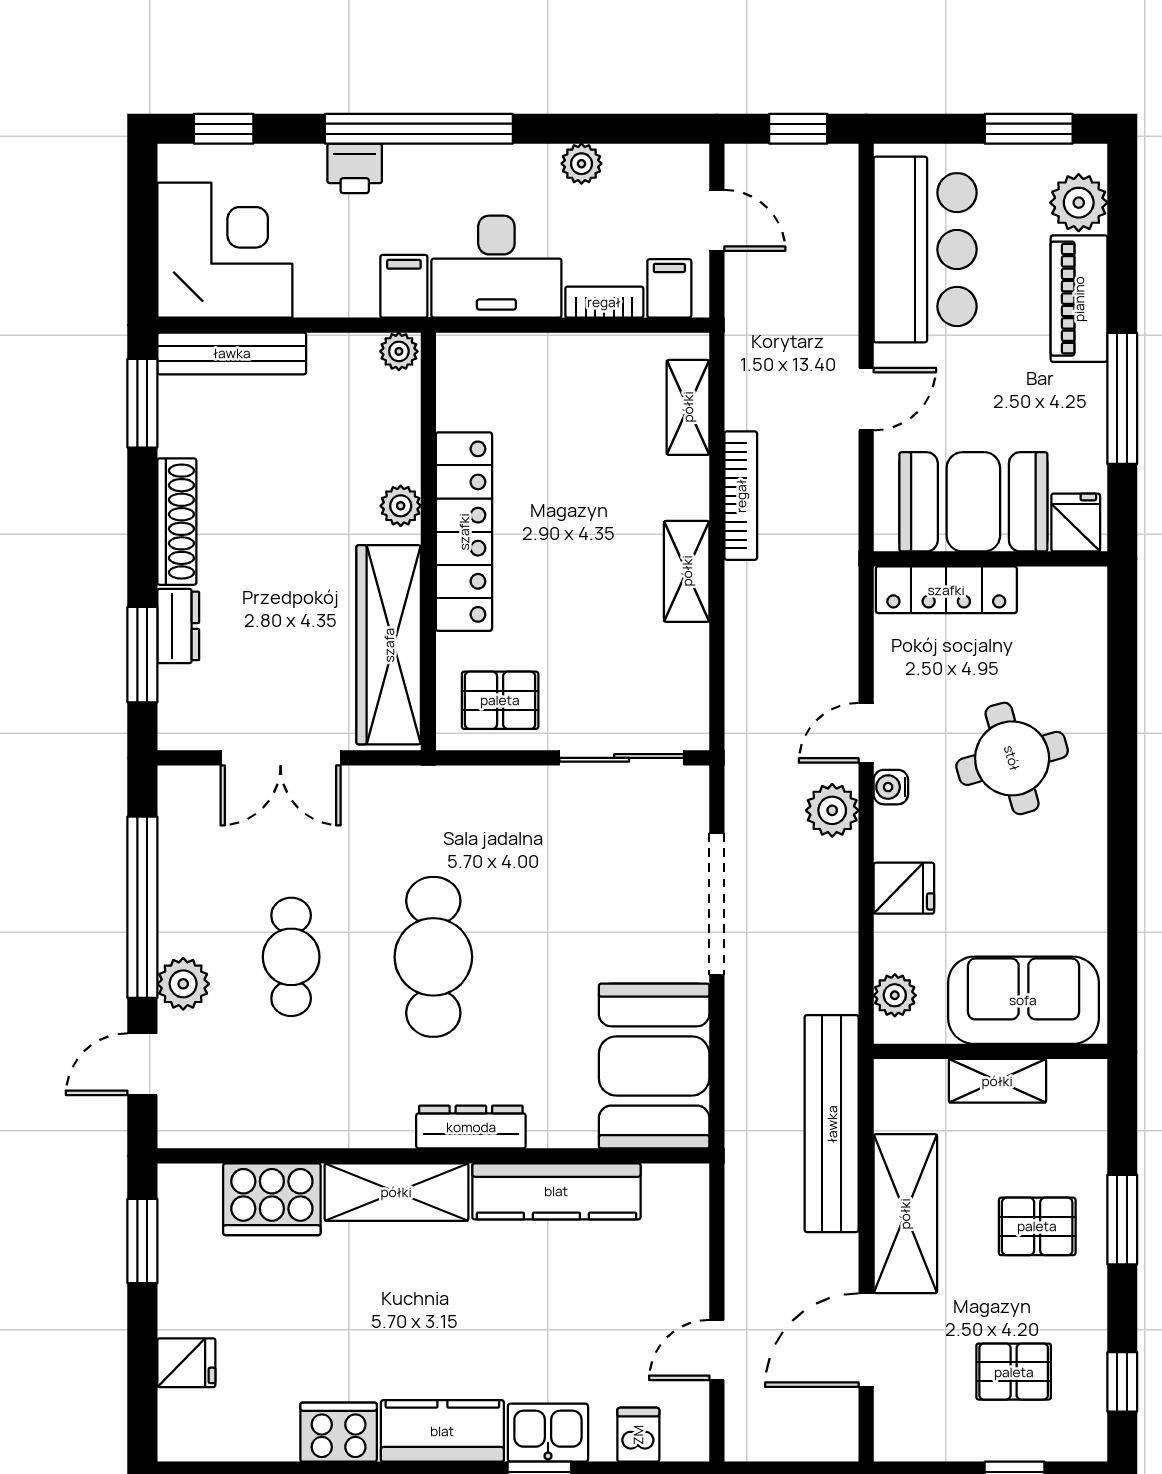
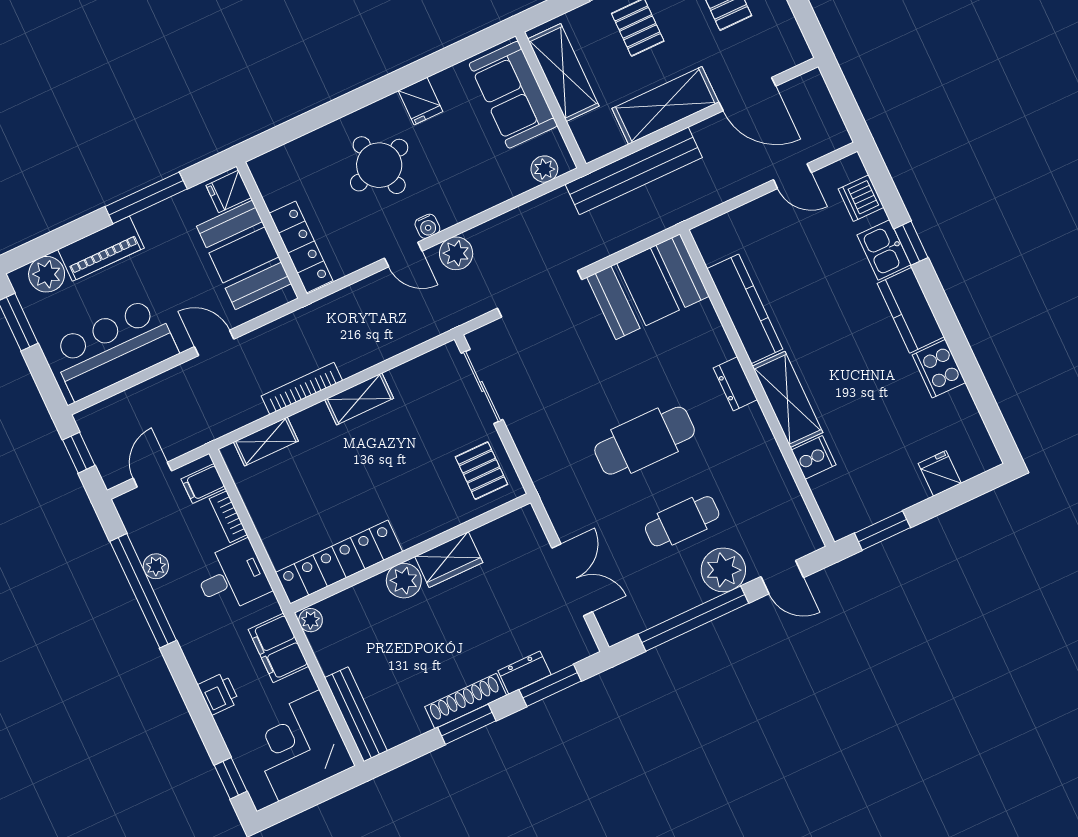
window: (419, 129) -> (143, 591), moved
desk: (496, 267) -> (232, 577), width x0.73
filing cabinet: (404, 286) -> (279, 648), width x2.00
window: (142, 403) -> (467, 724), moved
plant: (401, 506) -> (404, 581), width x1.38, depth x1.38
locker: (464, 532) -> (339, 562), moved
wardrobe: (389, 645) -> (449, 560), width x0.48, depth x0.85
fridge: (904, 888) -> (420, 101), moved, turned 180
plant: (183, 984) -> (723, 570), width x1.36, depth x1.36
shelving: (997, 1081) -> (563, 72), width x1.50, depth x1.33
dresser: (471, 1127) -> (735, 384), width x0.70
cooker: (272, 1199) -> (814, 457), width x0.53, depth x0.76
dishwasher: (638, 1435) -> (861, 198), width x1.38

